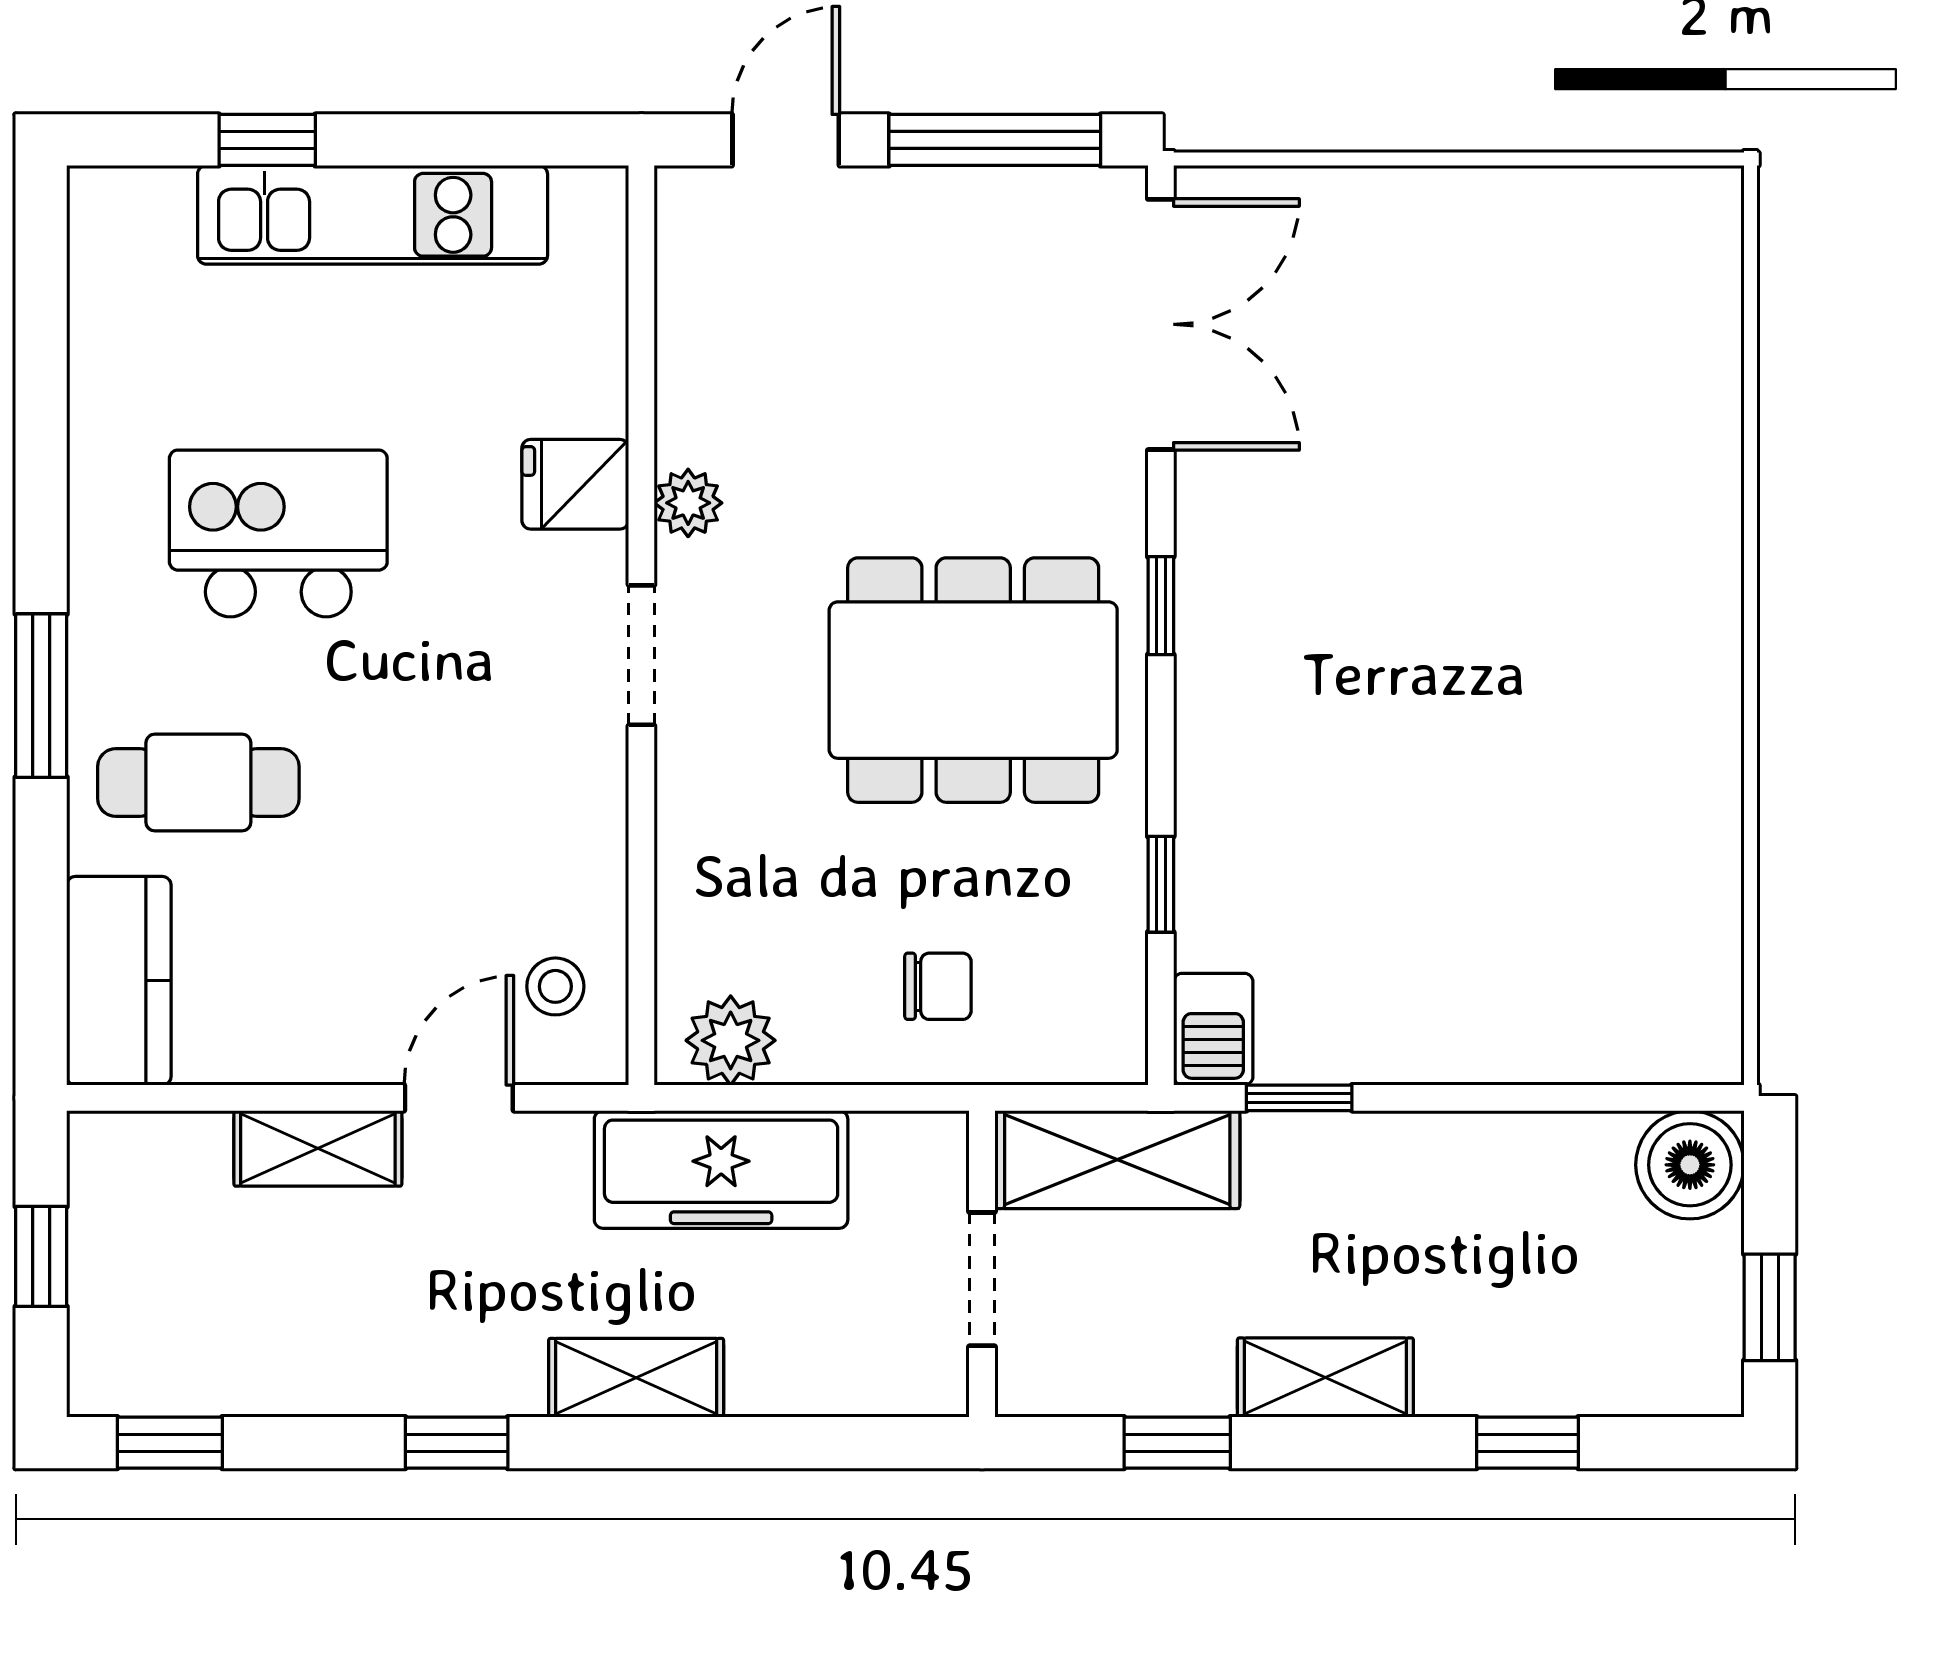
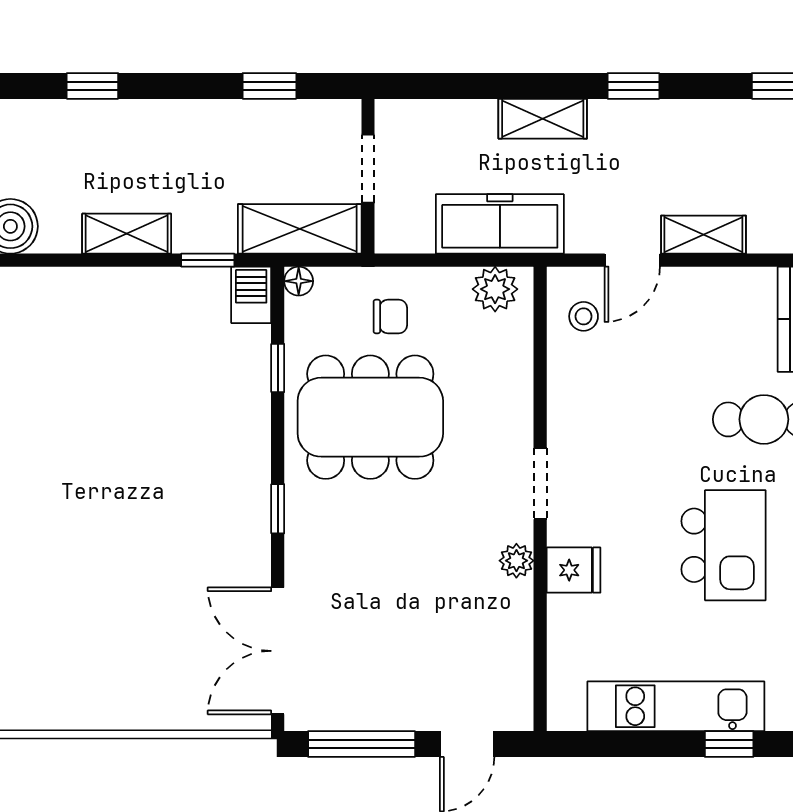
kitchen island: (278, 533) -> (724, 545), turned -90
dining table: (973, 680) -> (370, 417), moved
chair: (938, 986) -> (390, 316), turned 180
floor lamp: (1119, 1056) -> (299, 281), added
shelving: (1325, 1378) -> (127, 234), moved

